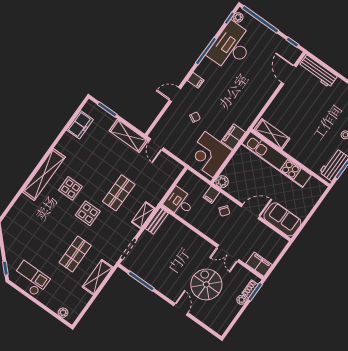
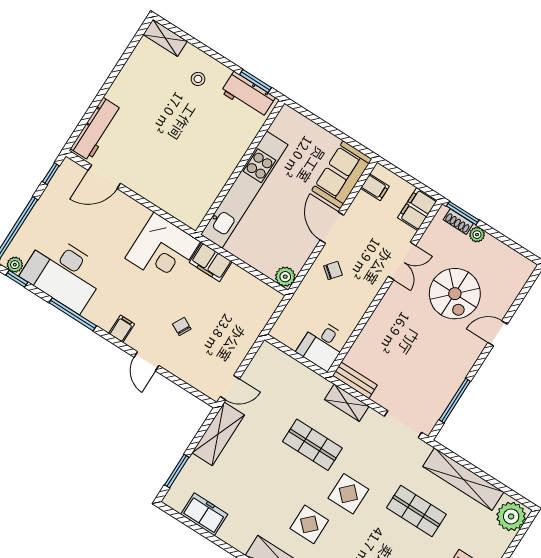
shelving: (272, 134) -> (203, 199), removed
corner desk: (209, 155) -> (163, 250), moved
filing cabinet: (211, 195) -> (375, 187), moved
shelving: (98, 277) -> (463, 479), width x1.47
spiral stairs: (206, 284) -> (455, 294), turned -90
plant: (63, 313) -> (511, 516), width x1.87, depth x1.87

